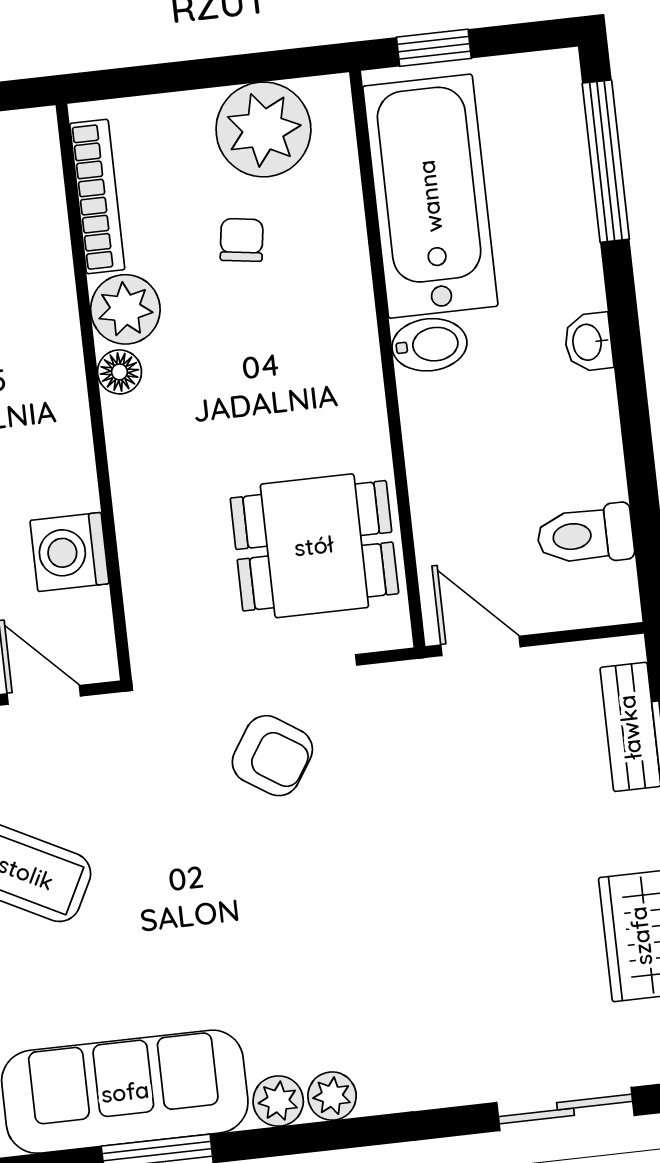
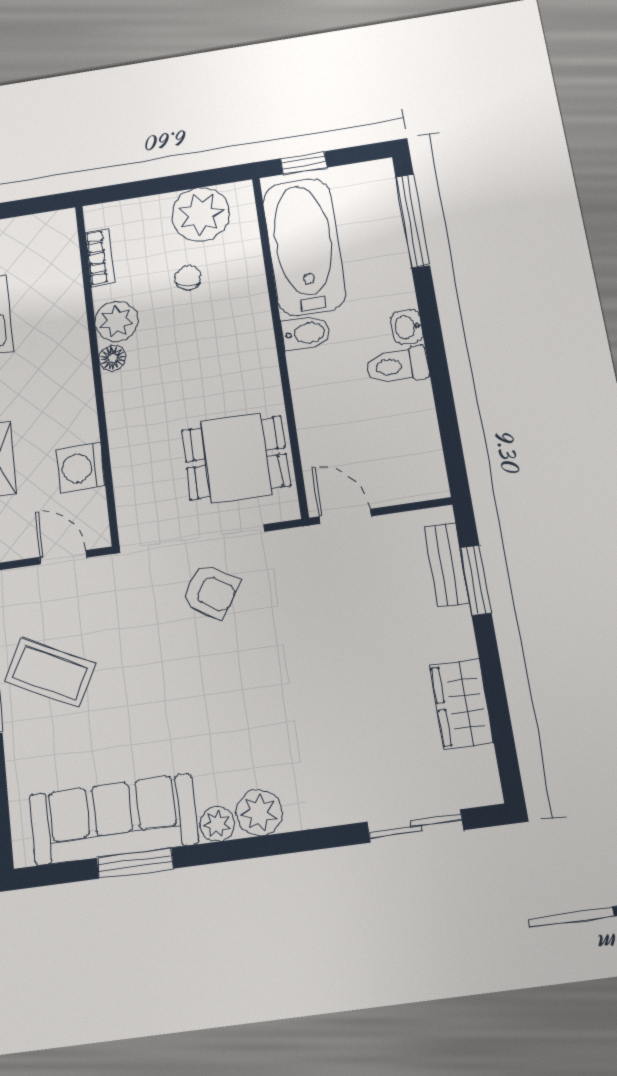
bookcase: (97, 197) -> (100, 257), width x0.64
toilet: (585, 535) -> (397, 366), moved
plant: (332, 1096) -> (259, 813), width x1.38, depth x1.38

